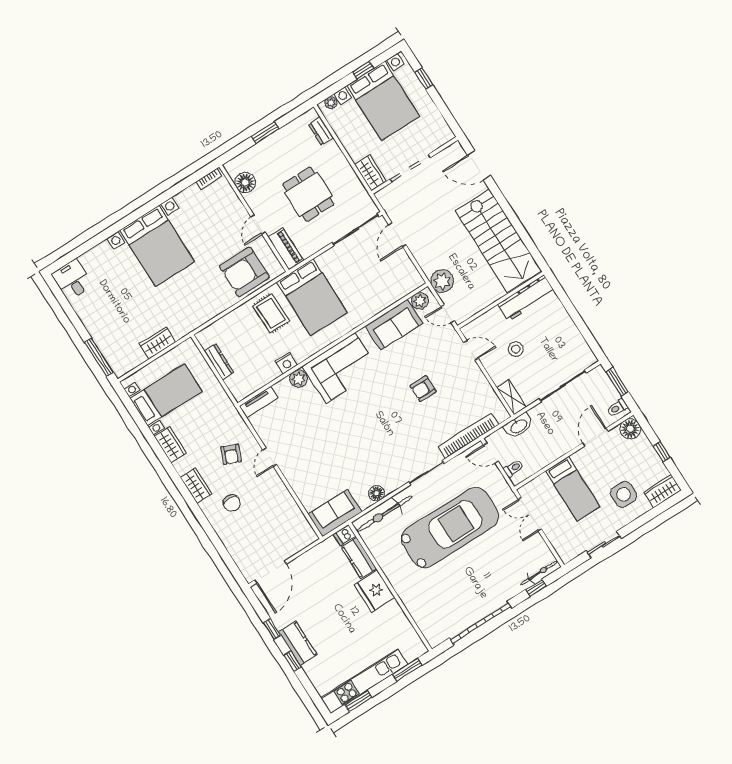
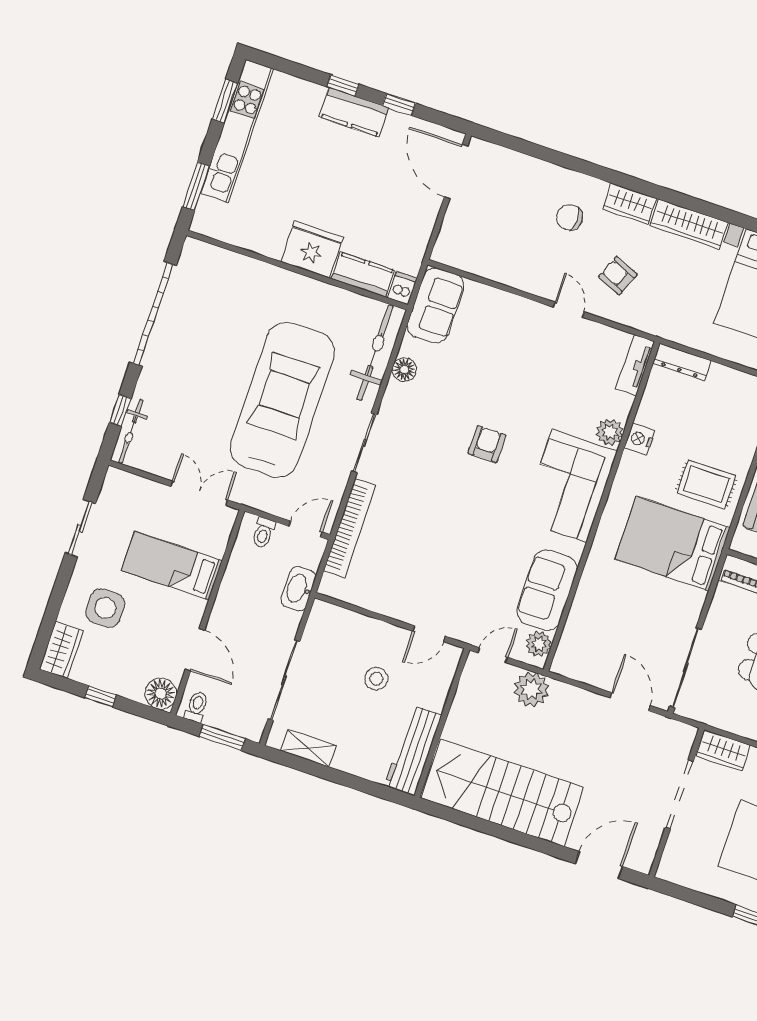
dresser: (219, 362) -> (682, 362), moved
armchair: (423, 389) -> (487, 444), moved
shelving: (511, 397) -> (308, 748), moved
wardrobe: (170, 445) -> (689, 224), width x1.50
car: (450, 527) -> (282, 400), turned 180

